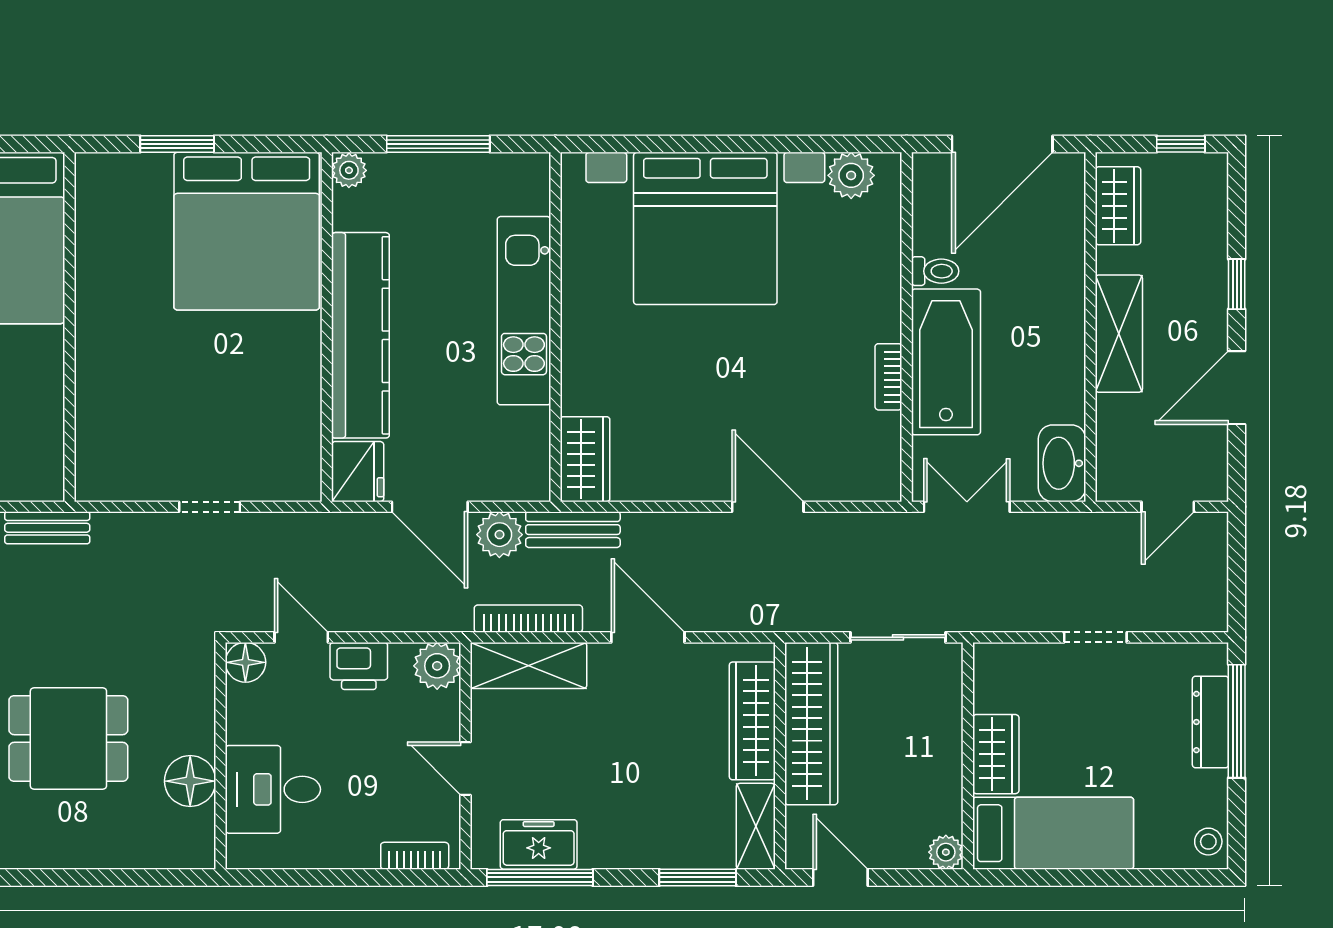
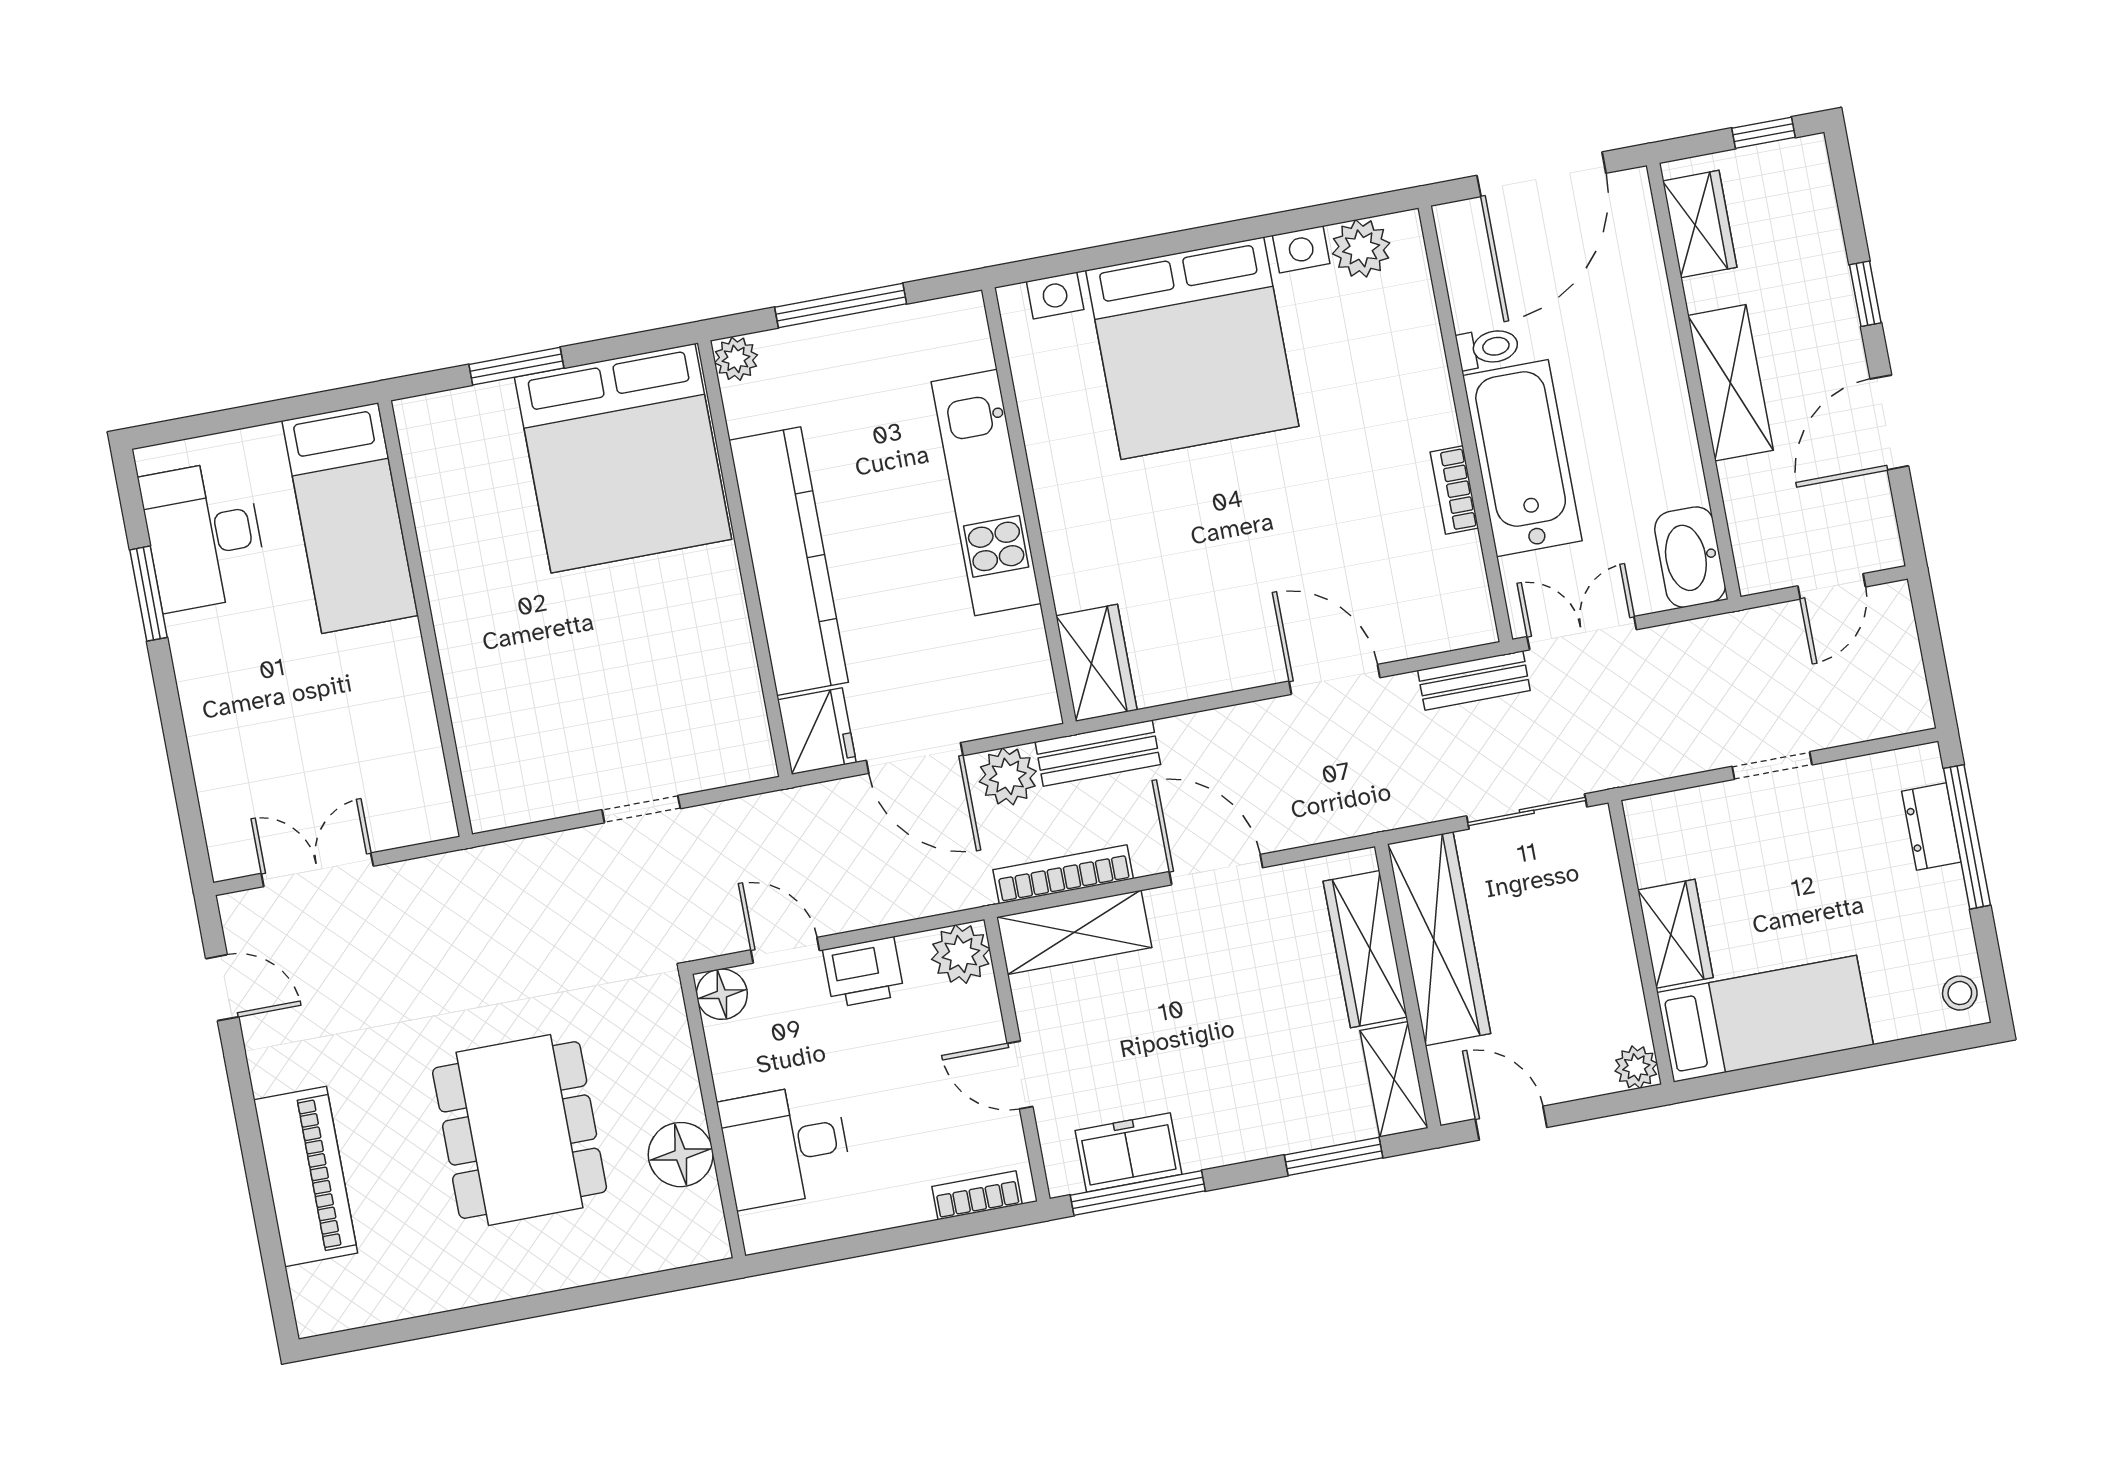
bench: (47, 528) -> (1474, 680), moved
dresser: (1210, 722) -> (1931, 827), width x0.70
dining table: (68, 738) -> (520, 1130), width x1.38

